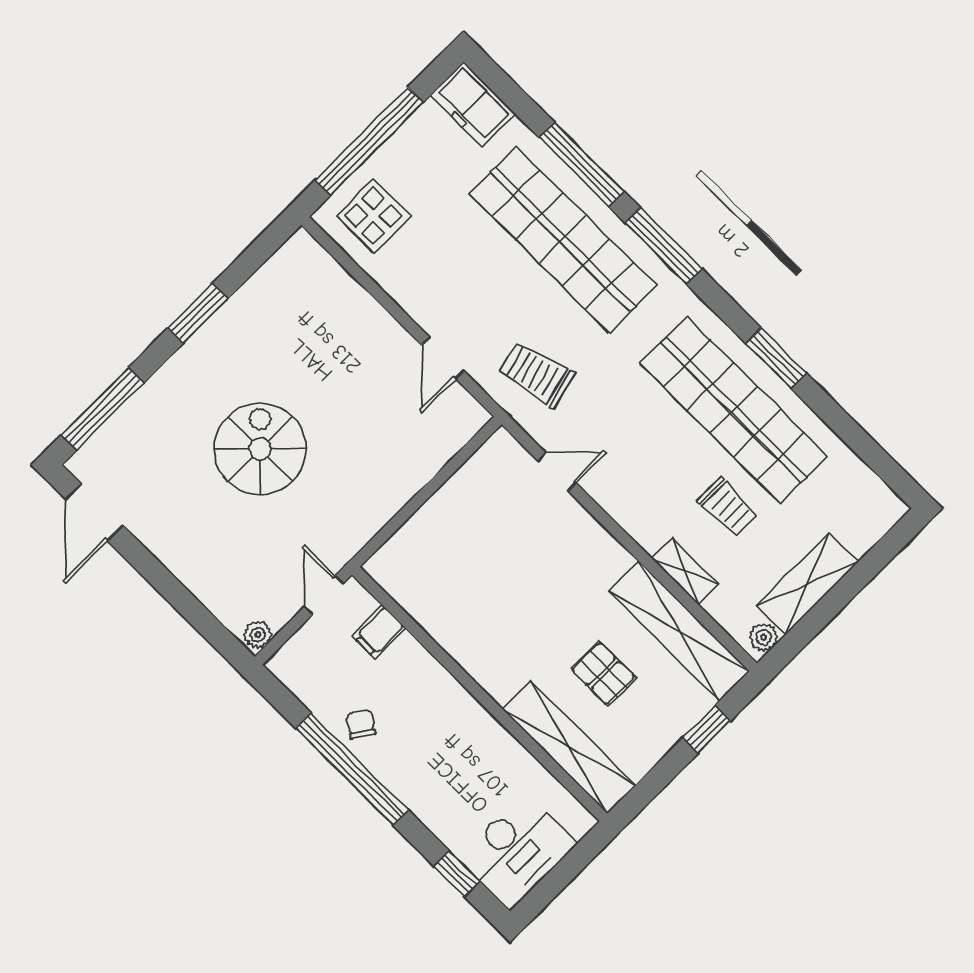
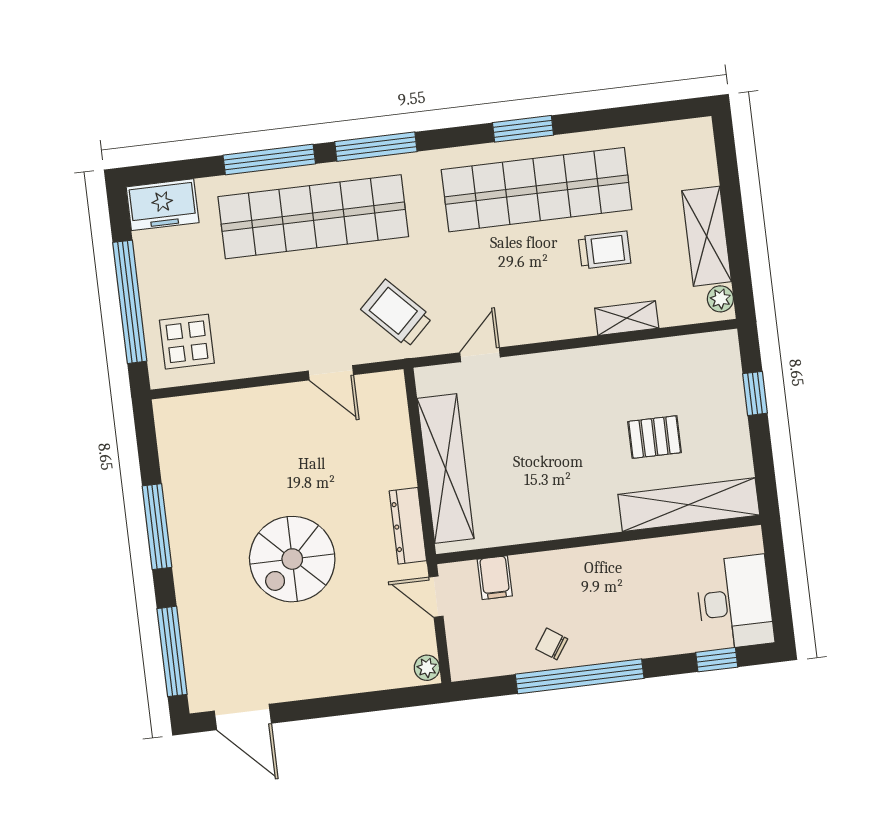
window: (198, 313) -> (157, 527), width x1.44
trolley: (536, 374) -> (397, 313), turned 60
spiral stairs: (260, 449) -> (292, 559), turned -90
dresser: (365, 524) -> (408, 526), added
shelving: (679, 631) -> (446, 469), moved, turned 90

